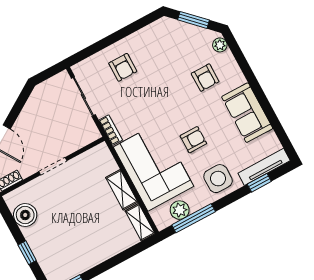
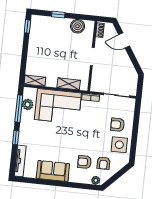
window: (193, 20) -> (117, 176), removed
armchair: (193, 140) -> (104, 163), moved
side table: (218, 179) -> (119, 145), moved
window: (259, 183) -> (16, 138), moved
shelving: (122, 190) -> (69, 84), moved

